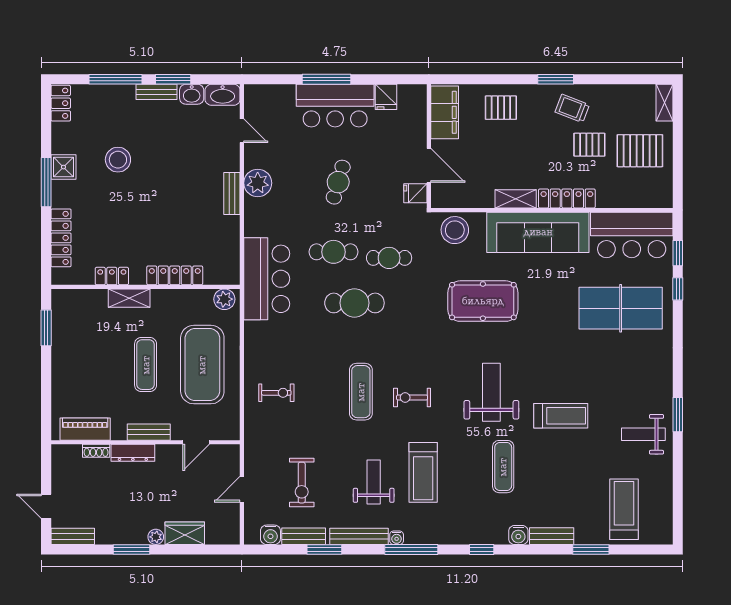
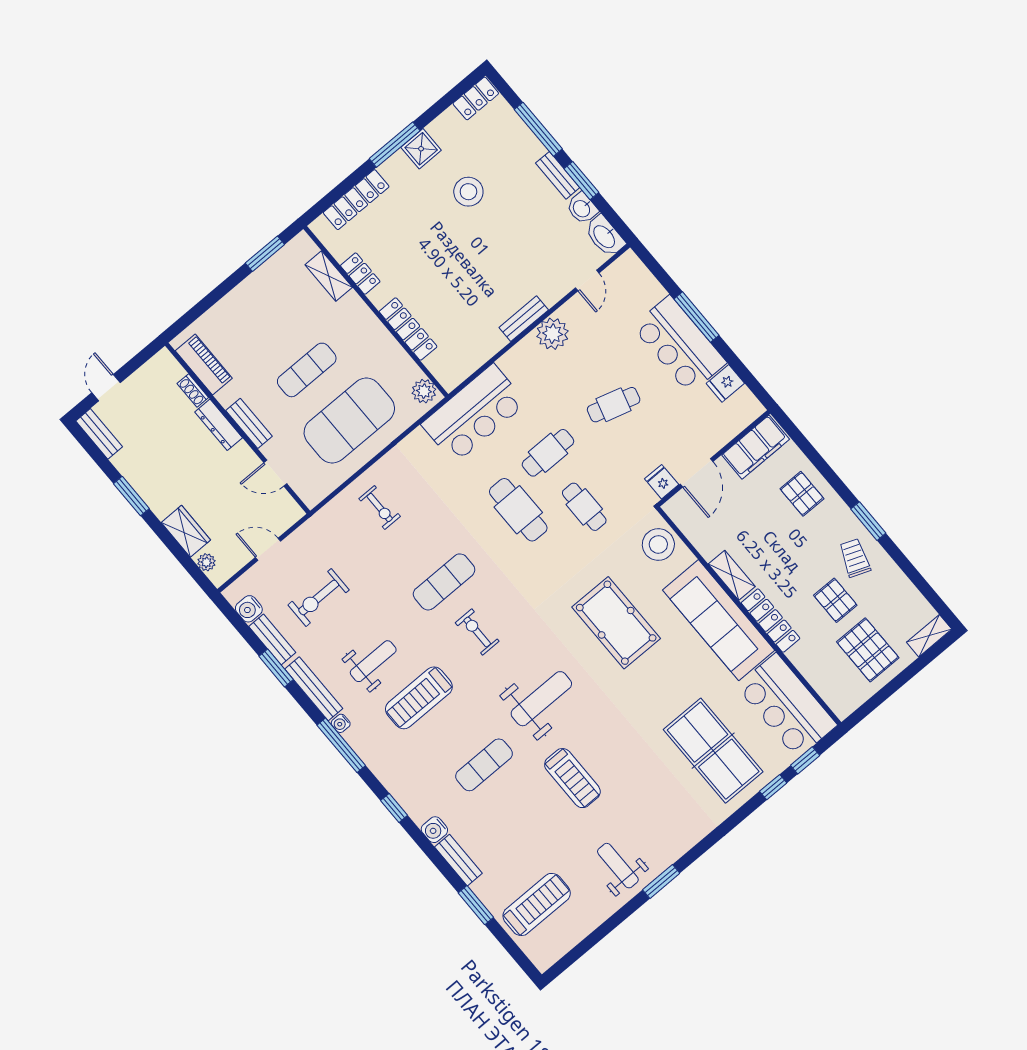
cafe table: (334, 252) -> (548, 453), turned 90
shelving: (129, 298) -> (329, 276), moved
plant: (156, 537) -> (206, 562), moved

